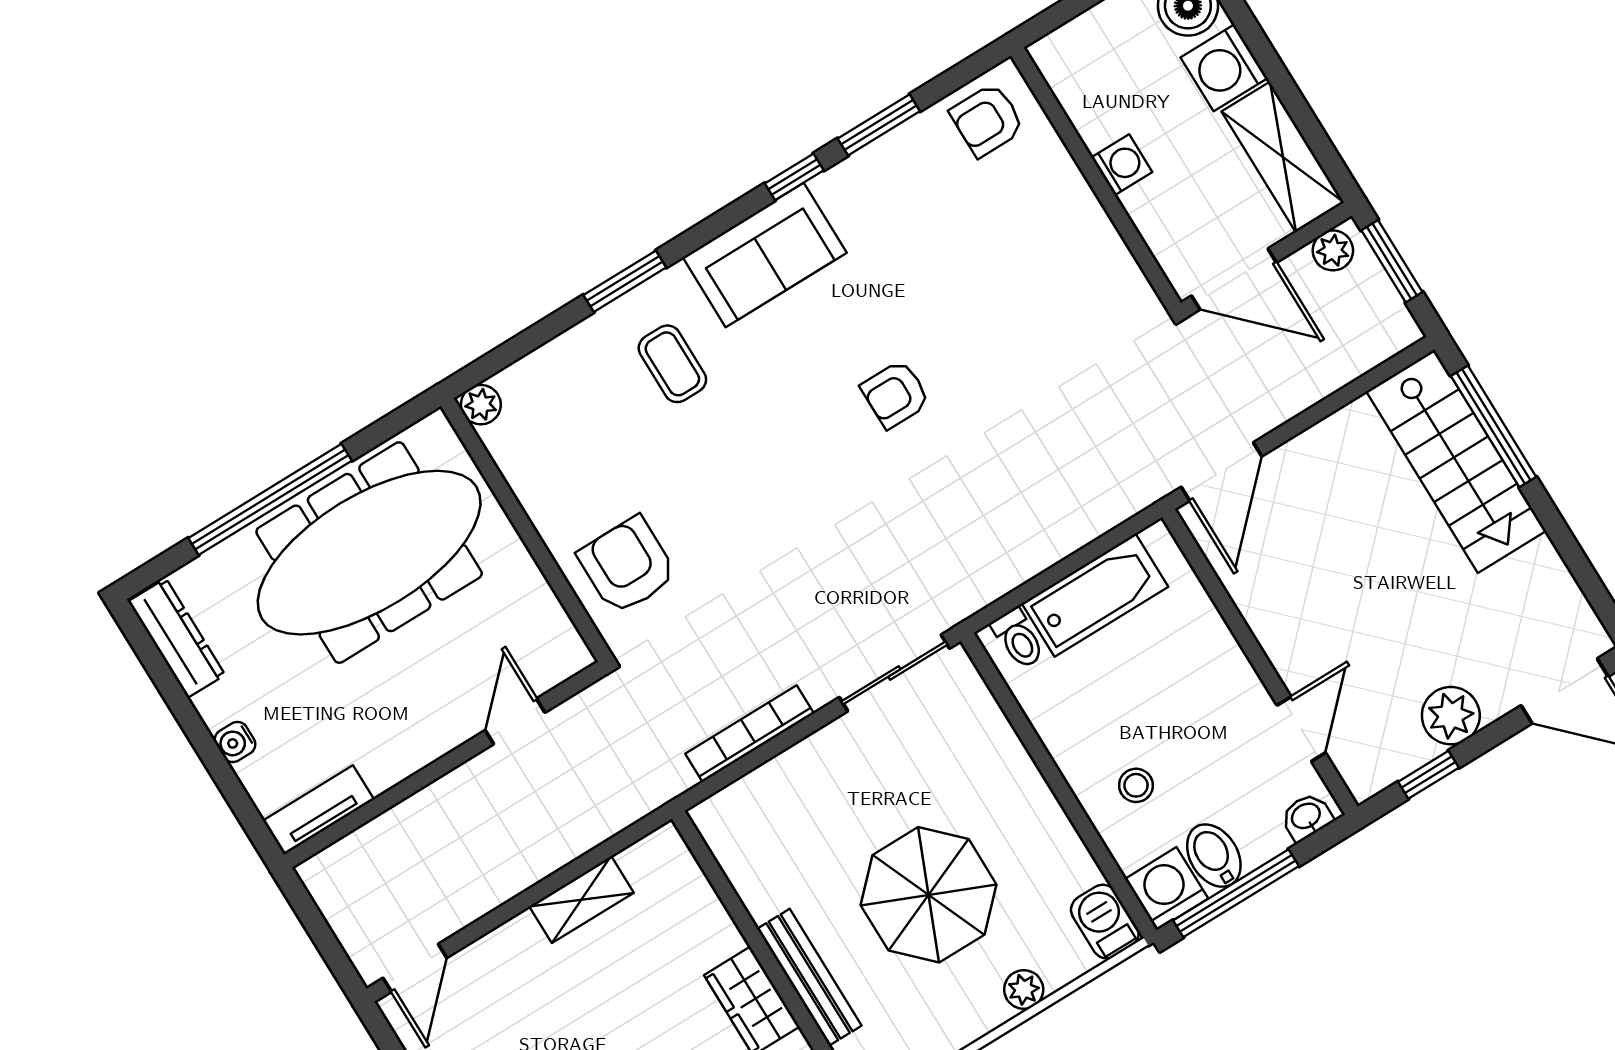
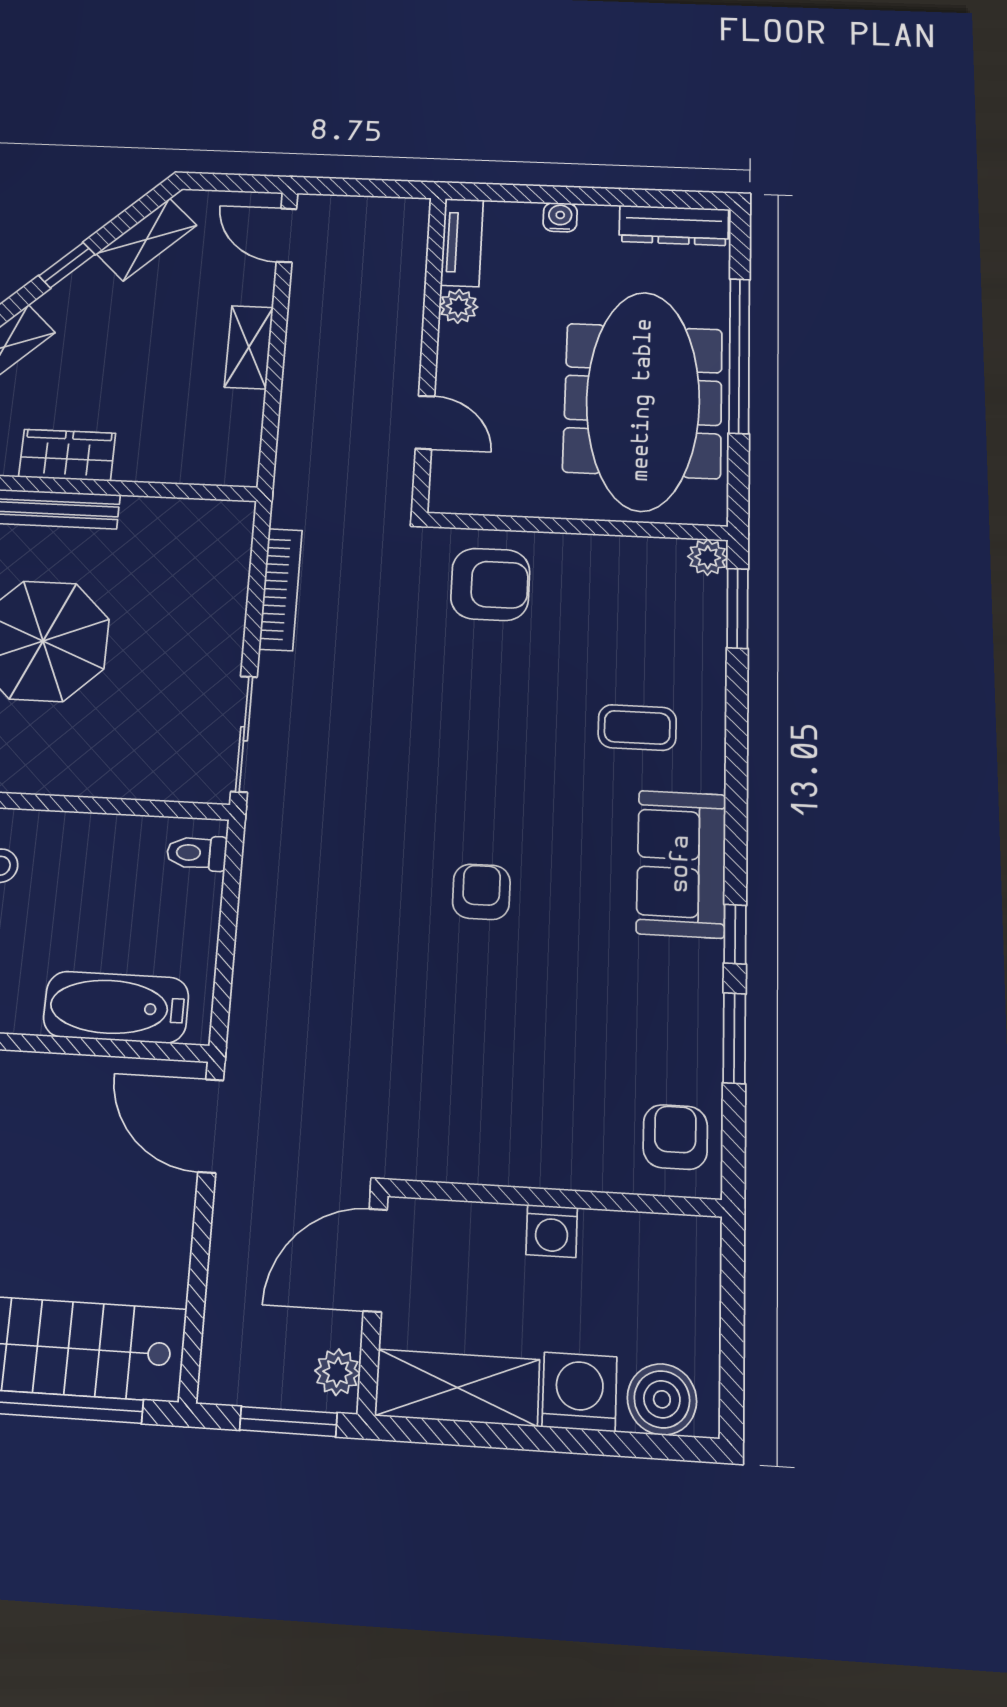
window: (625, 281) -> (737, 608), moved
bathtub: (1095, 595) -> (116, 1007), moved, turned 90
plant: (384, 770) -> (458, 306), added
shelving: (581, 900) -> (249, 347), moved

